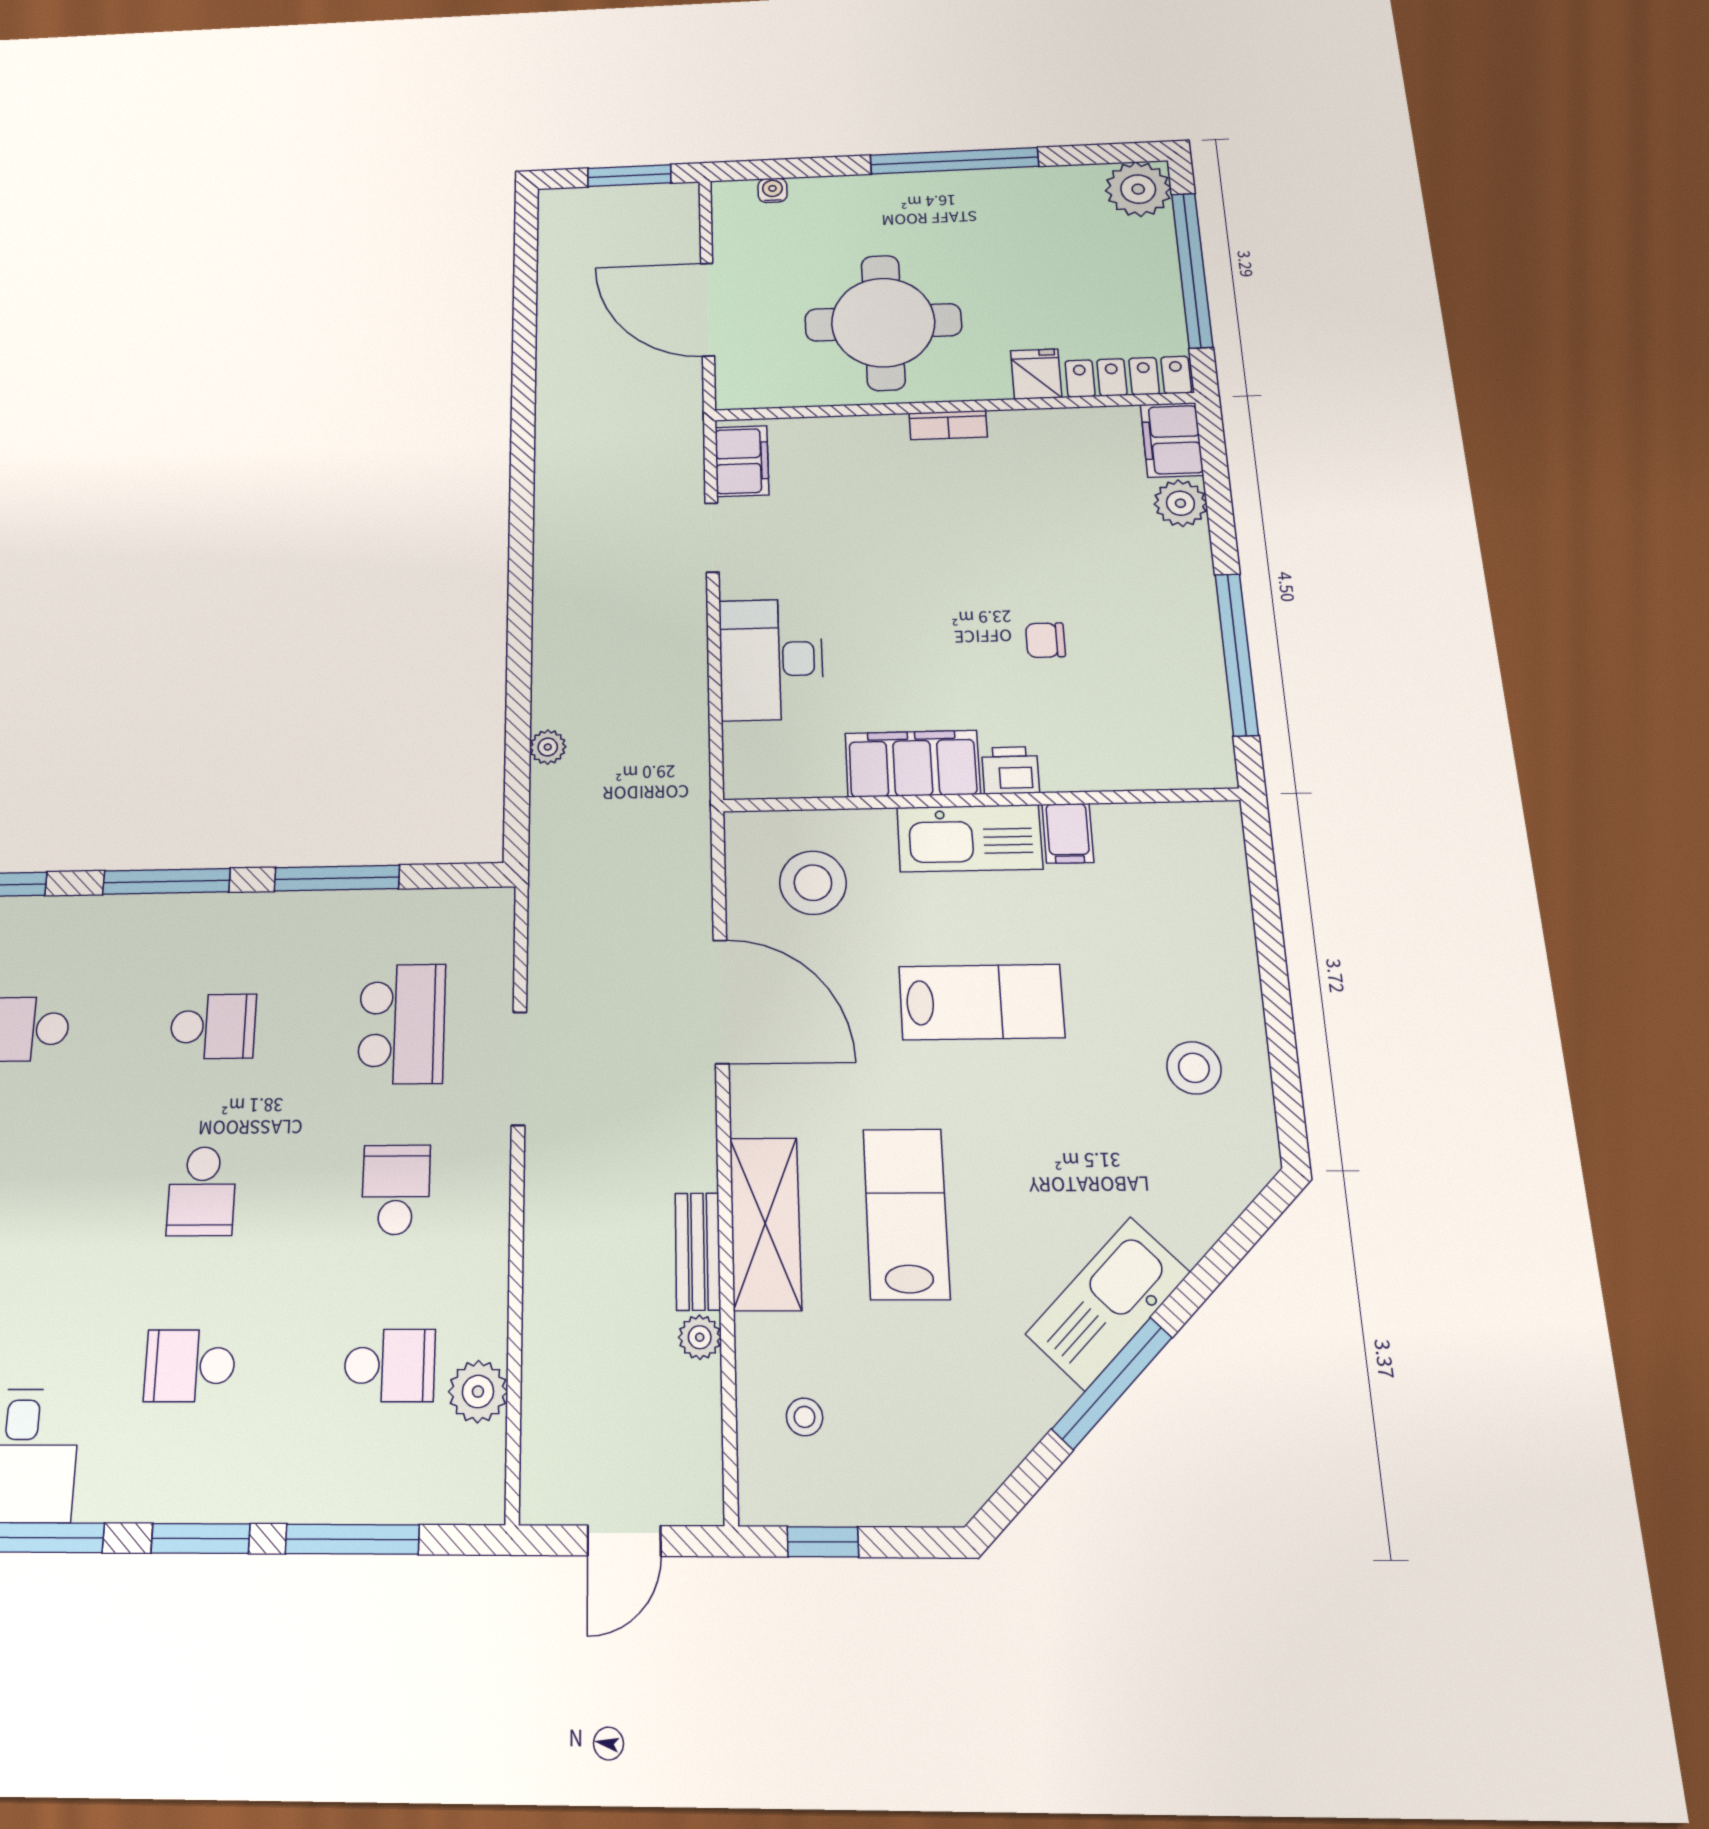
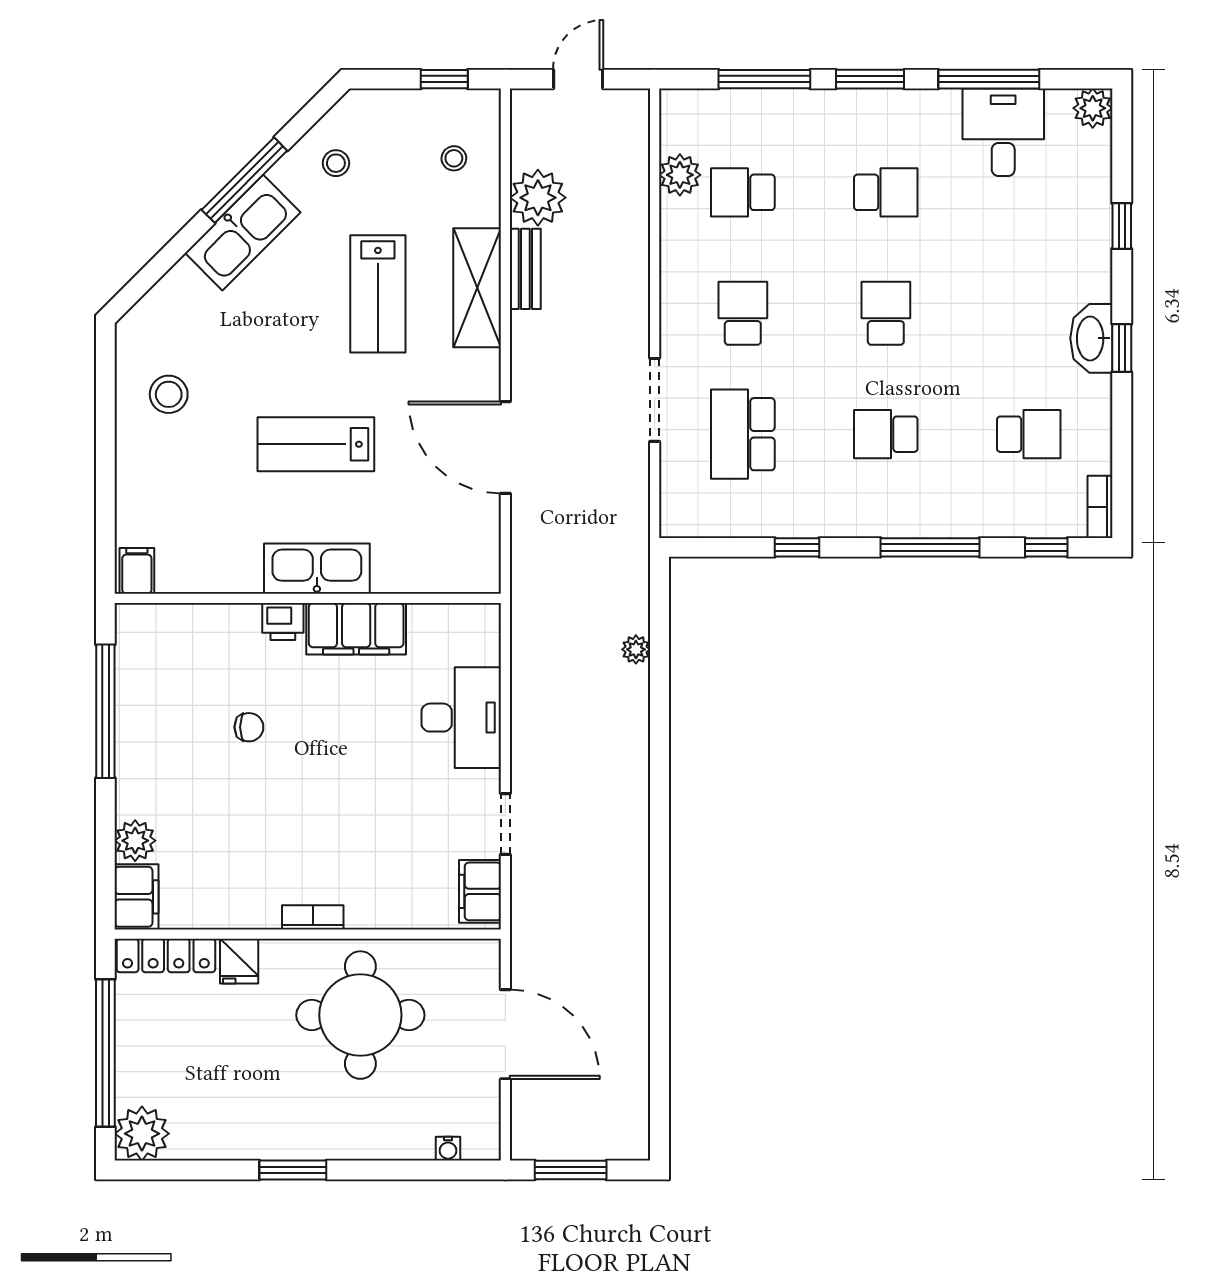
window: (954, 161) -> (293, 1170), width x0.47
filing cabinet: (1068, 833) -> (137, 571), moved
window: (337, 878) -> (797, 547), width x0.46
stool: (813, 883) -> (336, 163), moved, width x0.53, depth x0.53
school desk: (396, 1190) -> (743, 313), turned 180
plant: (700, 1337) -> (538, 198), width x1.87, depth x1.87

